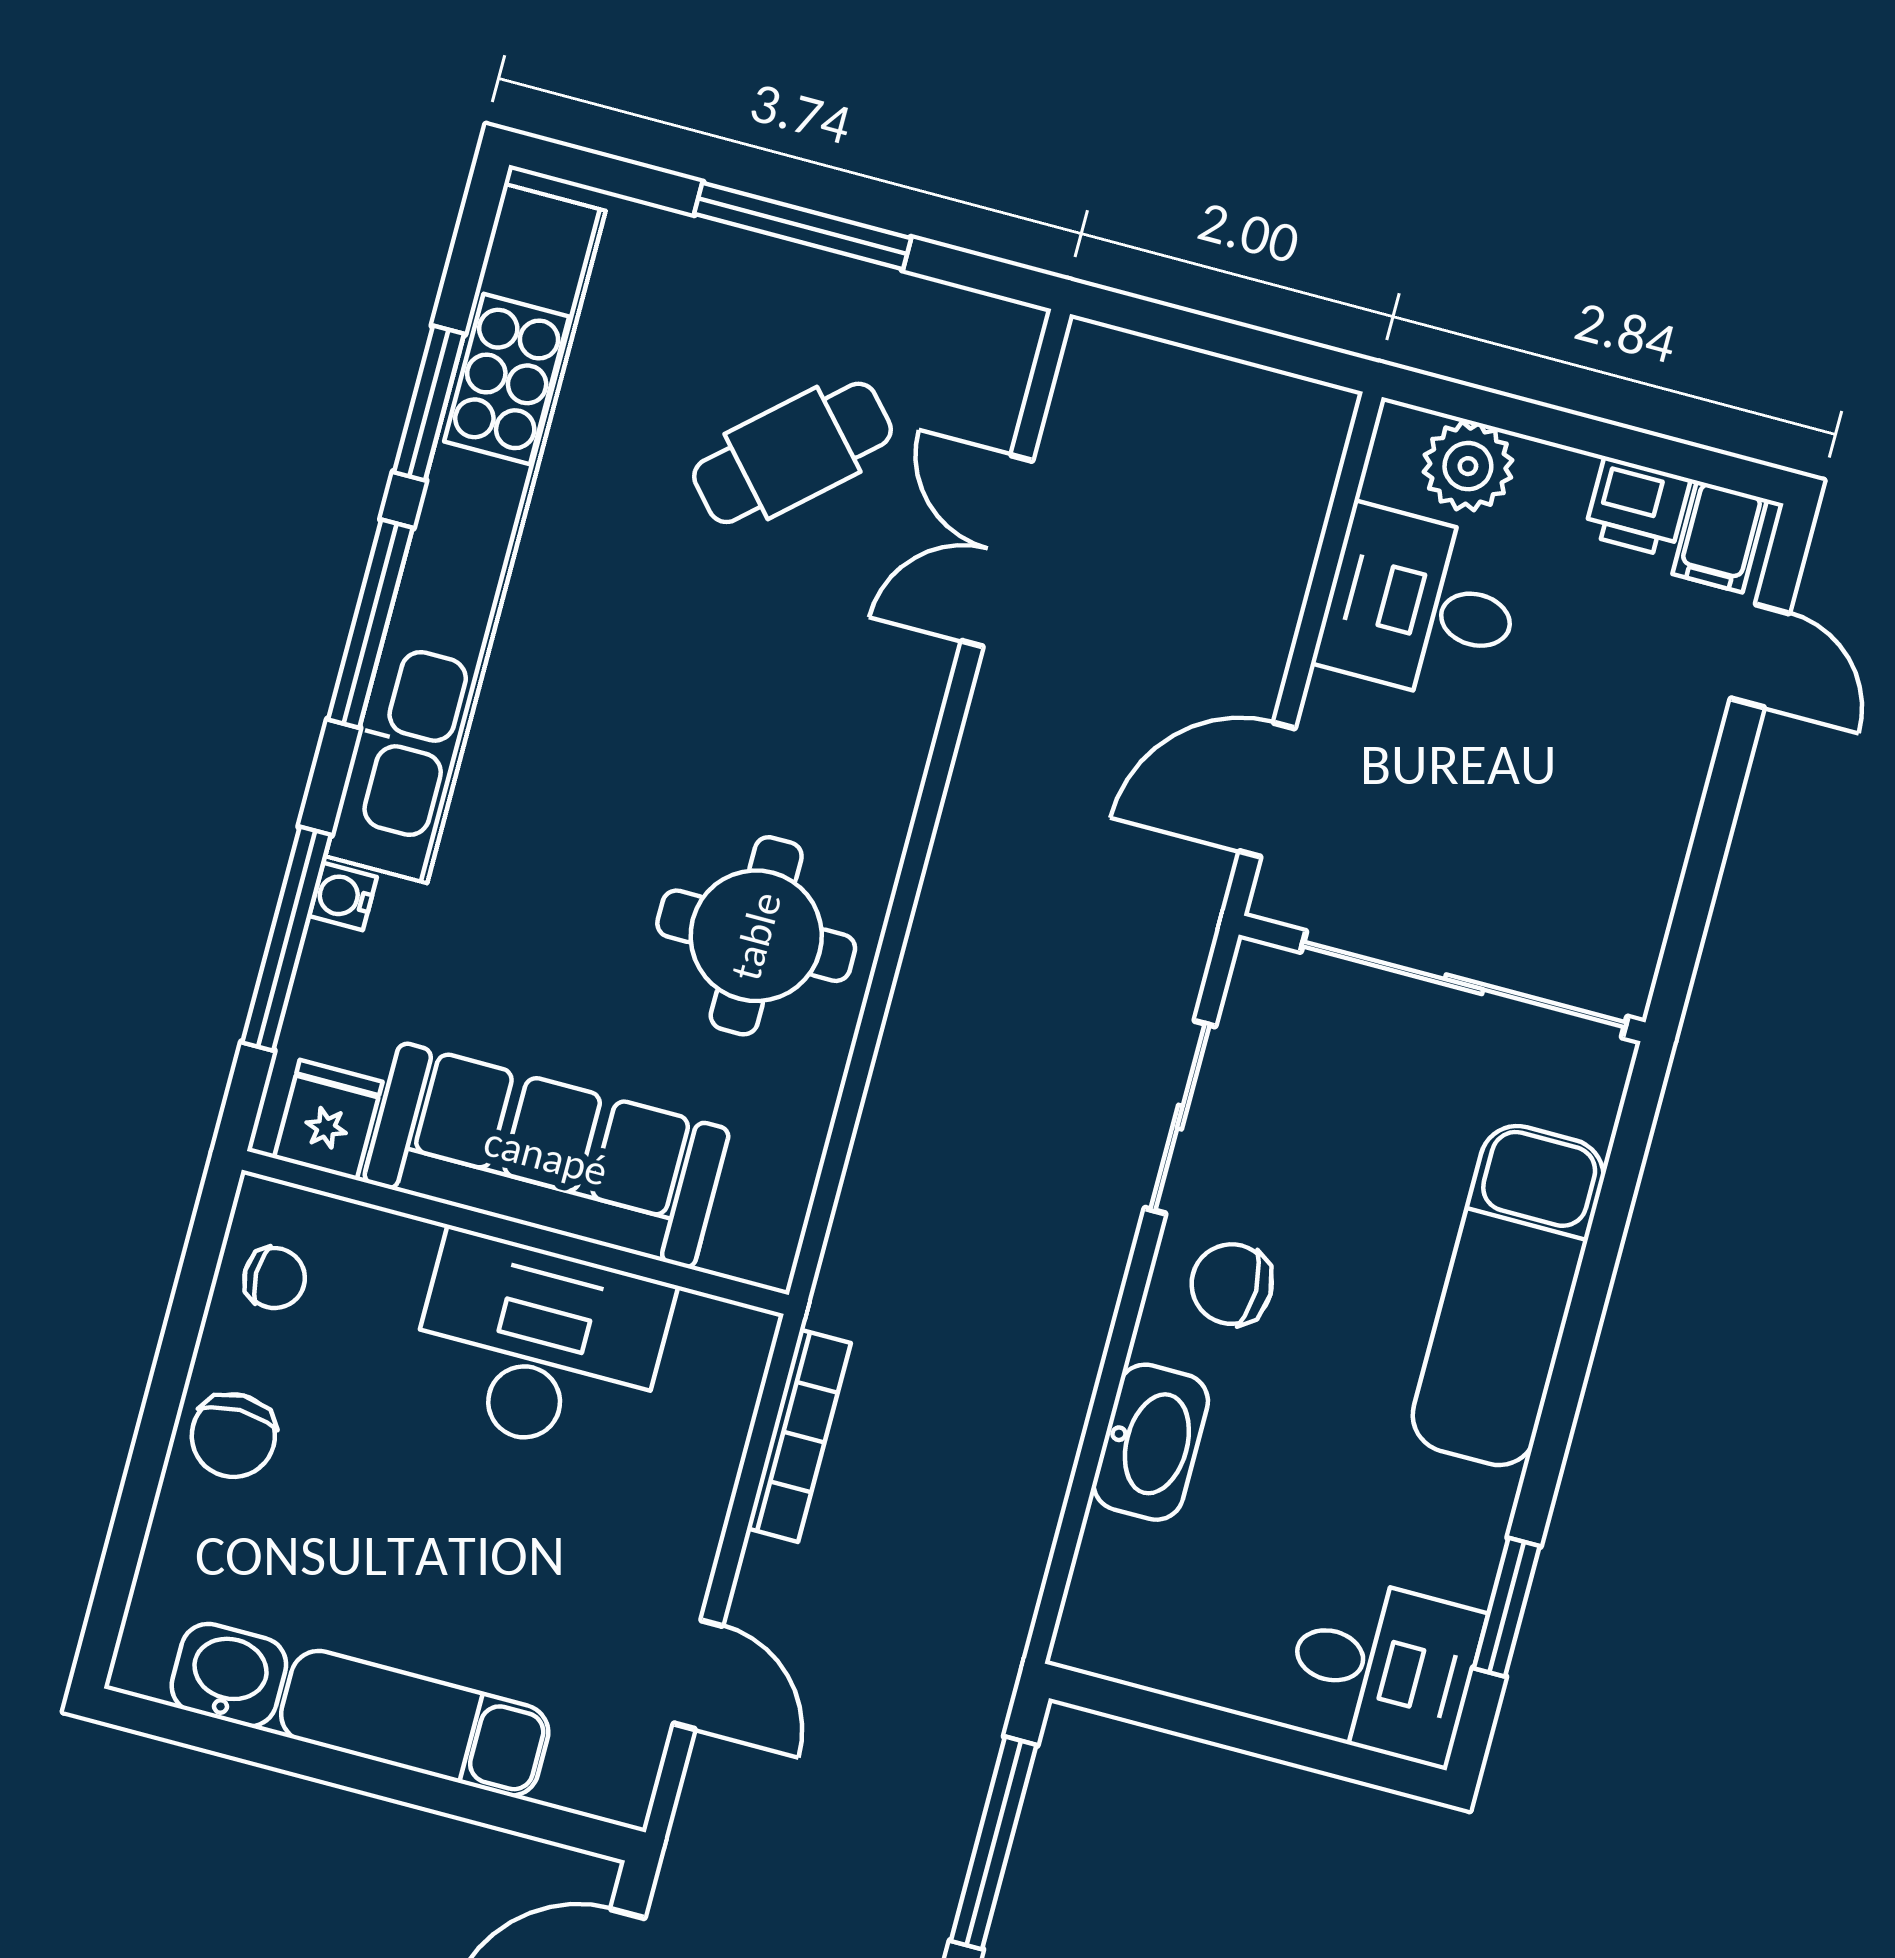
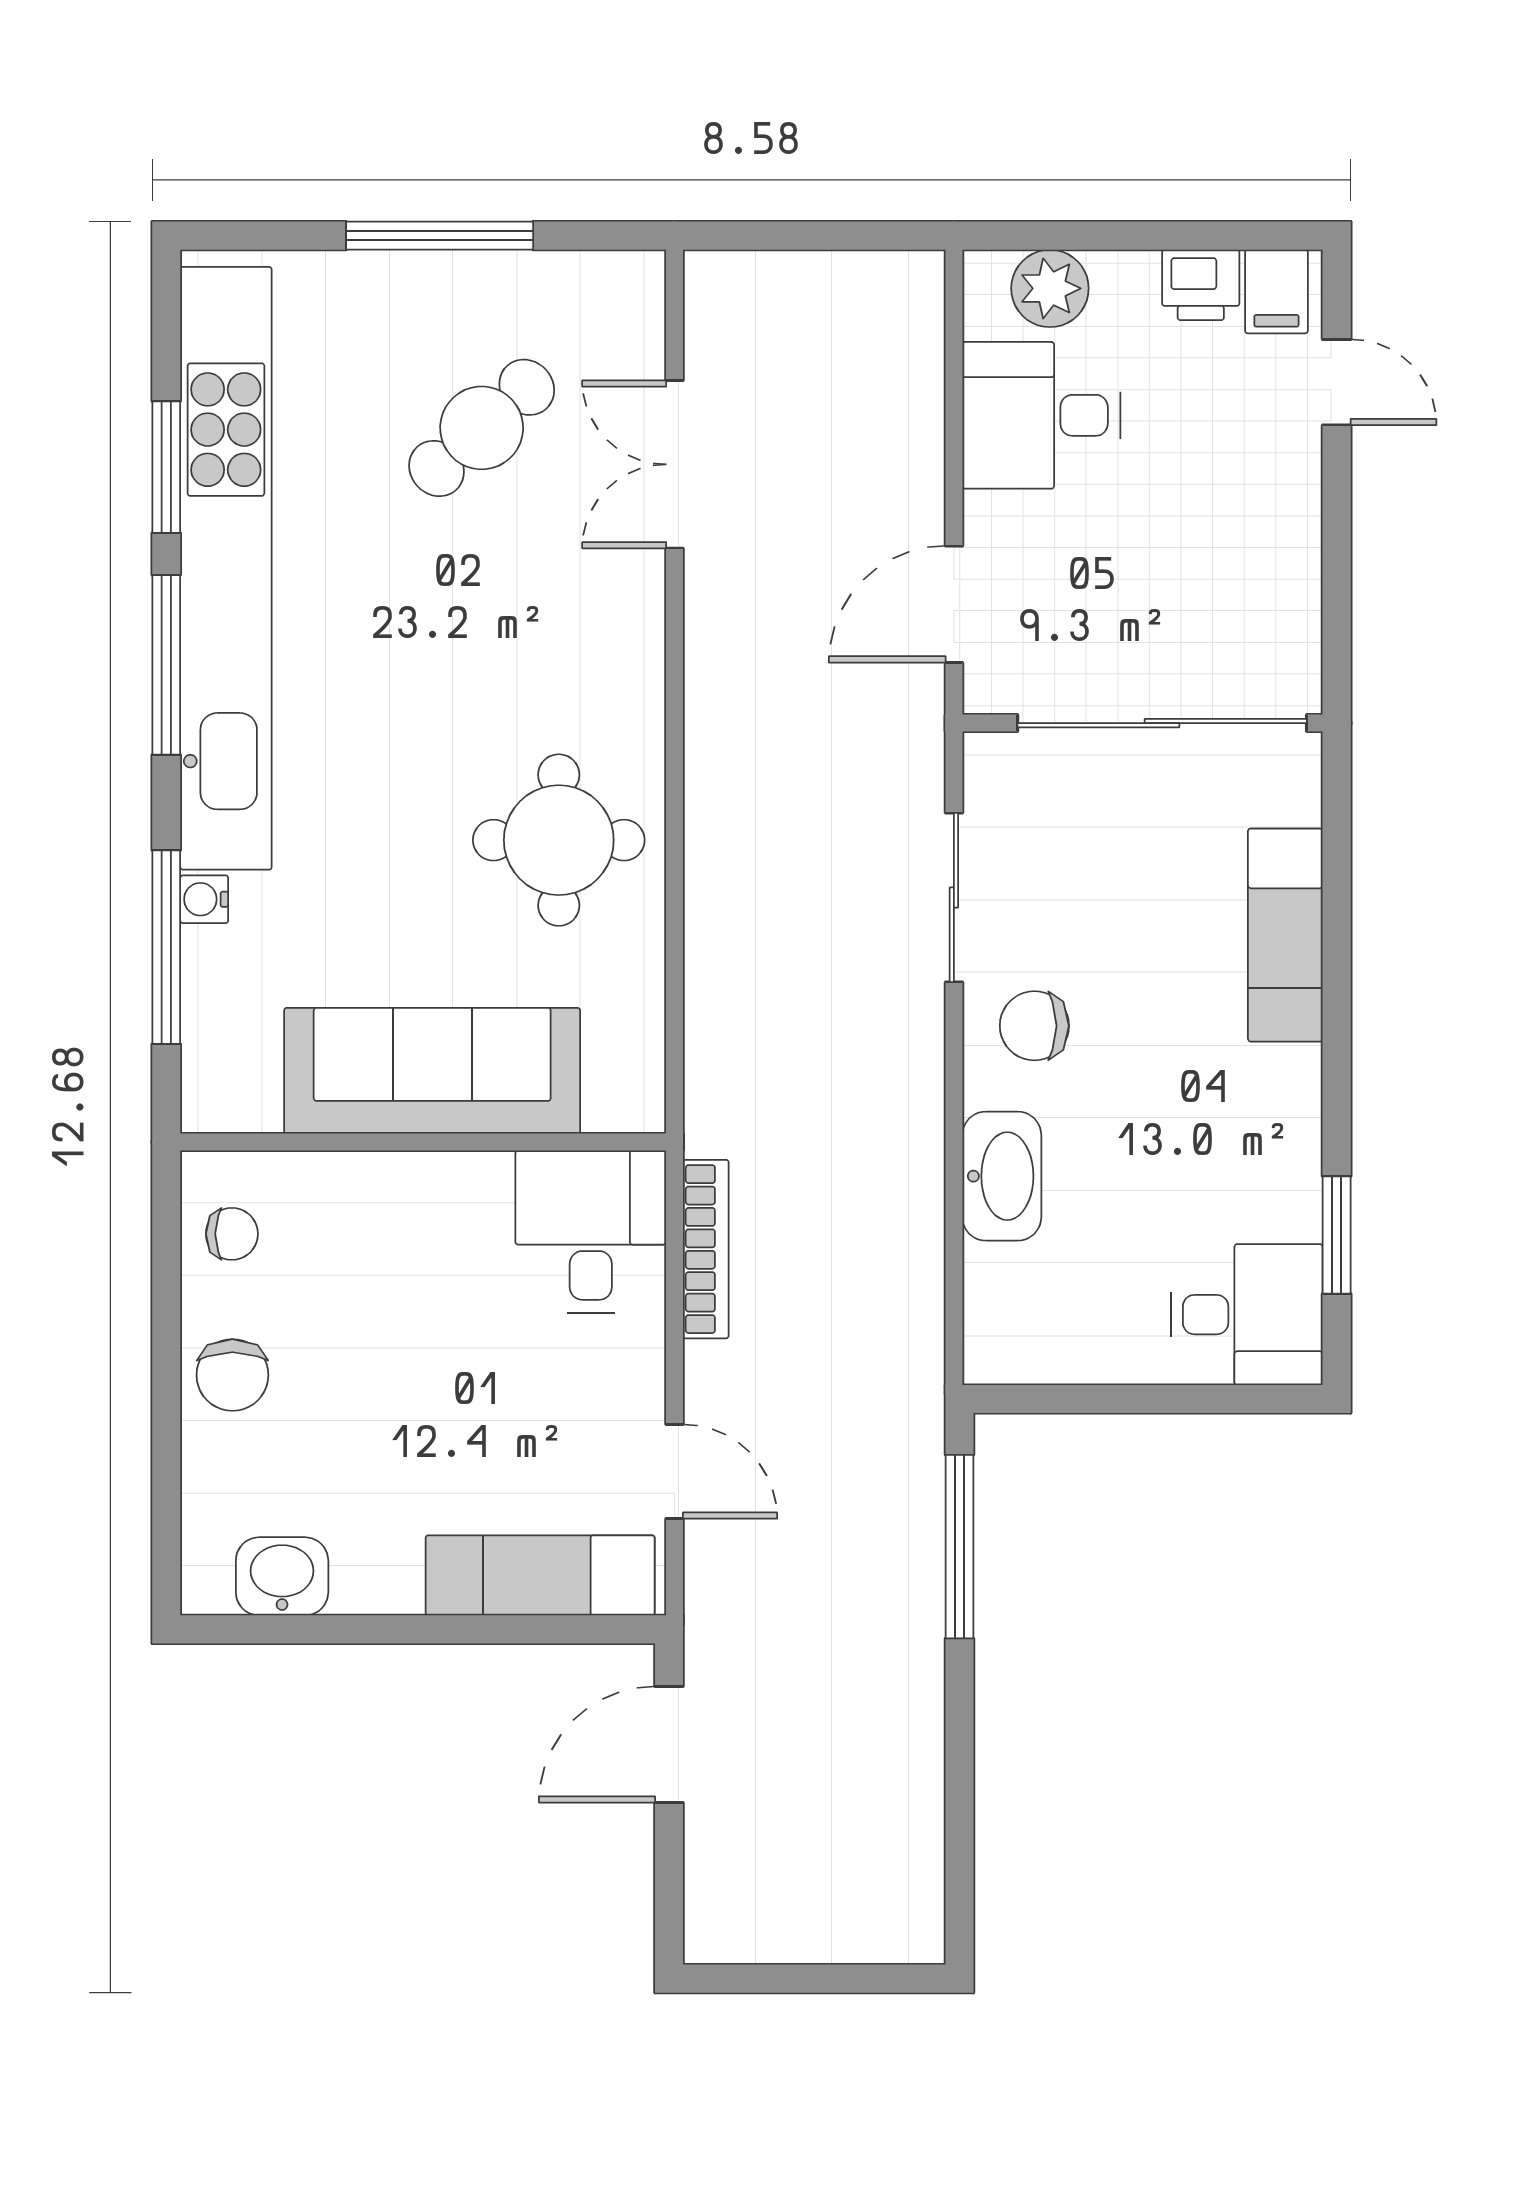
fridge: (328, 1120) -> (242, 1090), removed
exam couch: (1508, 1296) -> (1285, 935), width x0.73, depth x0.69
desk: (539, 1346) -> (591, 1232), moved, width x0.73
exam couch: (415, 1723) -> (540, 1575), moved

